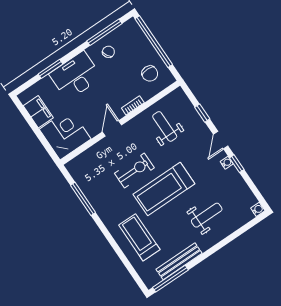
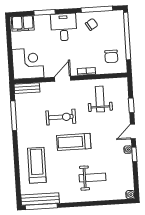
desk: (76, 76) -> (64, 27), width x0.73
filing cabinet: (38, 112) -> (23, 23), moved, turned 90
bench: (80, 161) -> (27, 88), added
treadmill: (164, 189) -> (74, 142), width x0.73, depth x0.73
bench: (179, 261) -> (40, 199), moved

